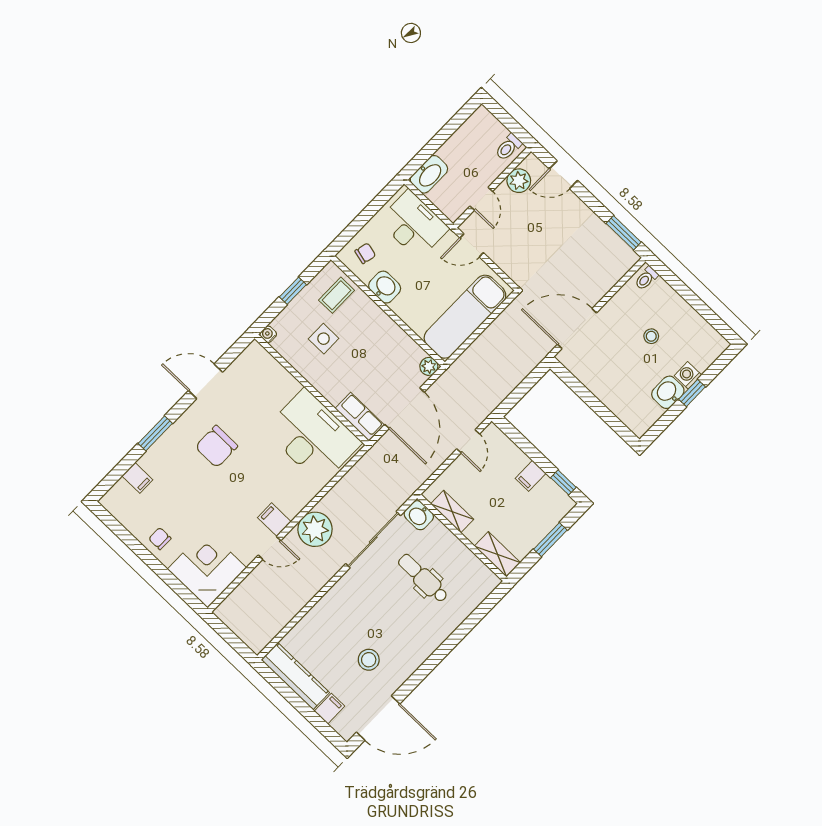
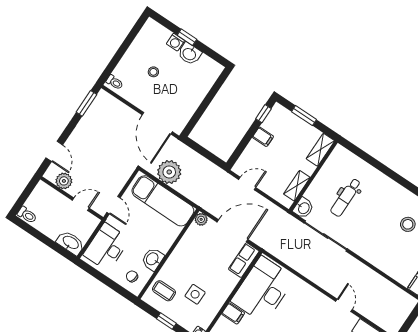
toilet: (508, 147) -> (27, 215), moved
filing cabinet: (274, 520) -> (233, 313), moved, turned -90
plant: (315, 529) -> (169, 172), moved

